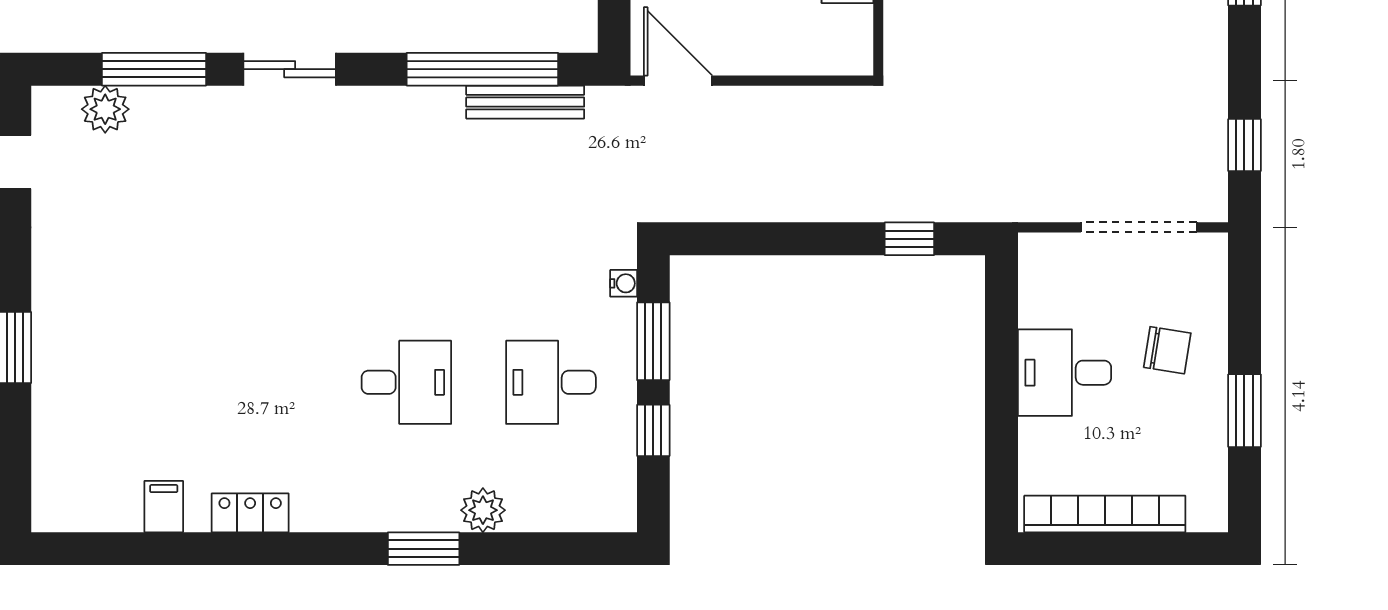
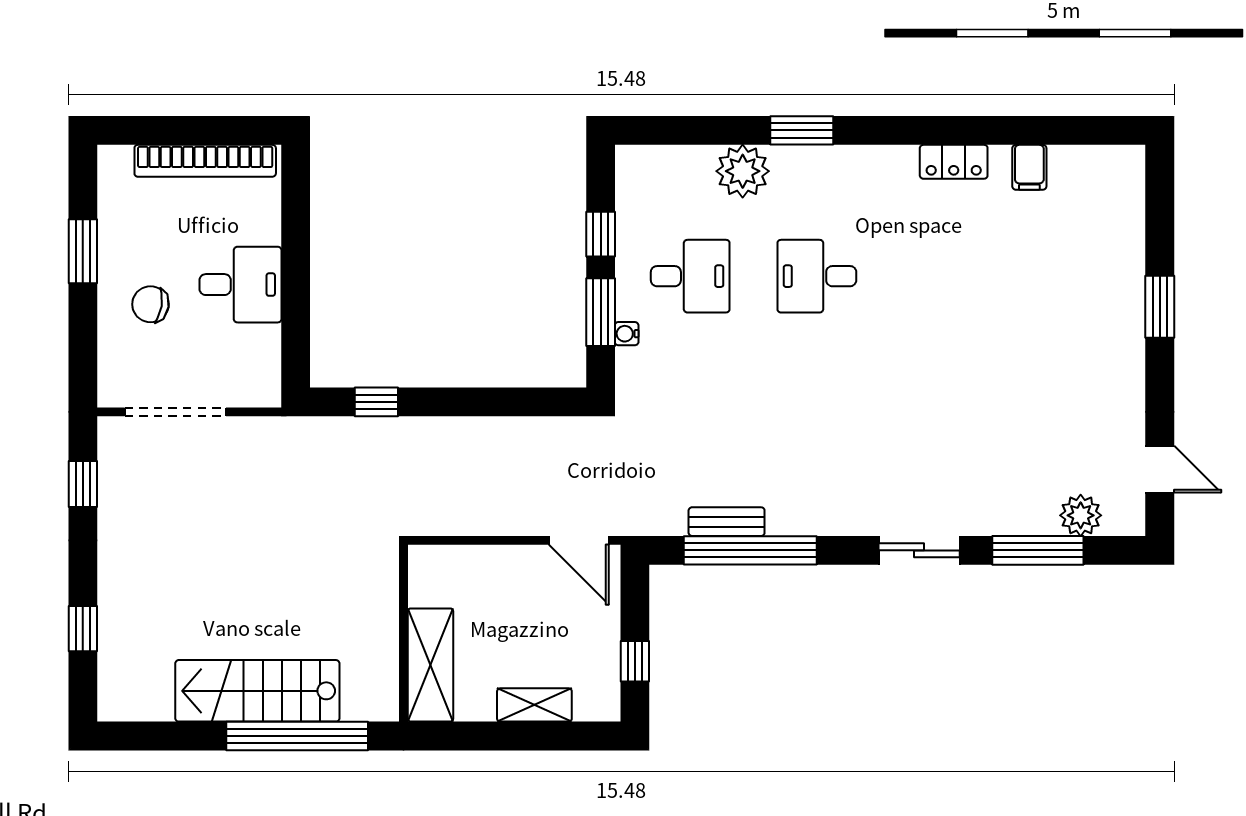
bench: (525, 102) -> (727, 522), width x0.73
water cooler: (624, 283) -> (627, 334), moved
plant: (483, 510) -> (743, 171), width x1.36, depth x1.36

